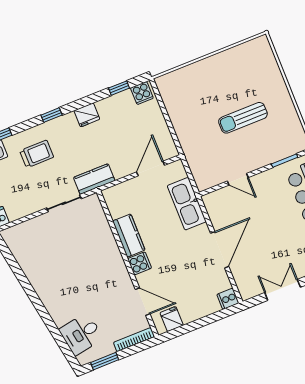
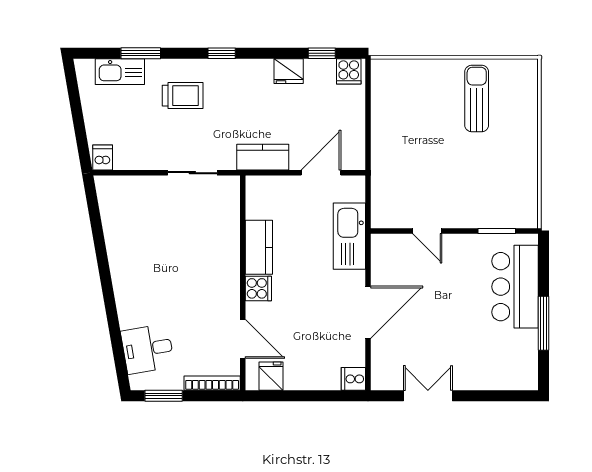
fridge: (87, 115) -> (289, 71), moved
sun lounger: (243, 118) -> (477, 99), moved, turned 90
kitchen counter: (94, 179) -> (263, 157), moved

